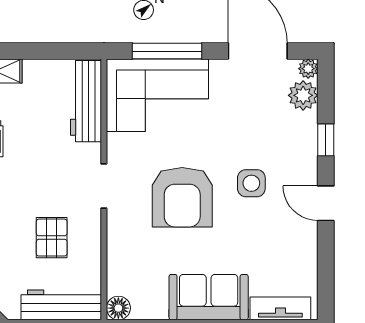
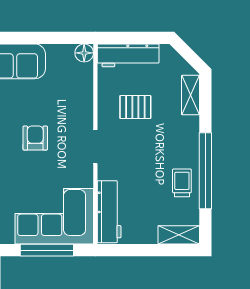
armchair: (182, 197) -> (35, 138), width x0.53, depth x0.53
pallet: (52, 238) -> (135, 107), turned 90

